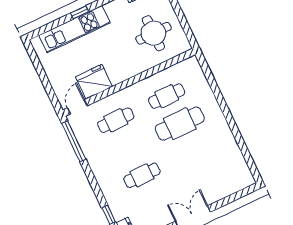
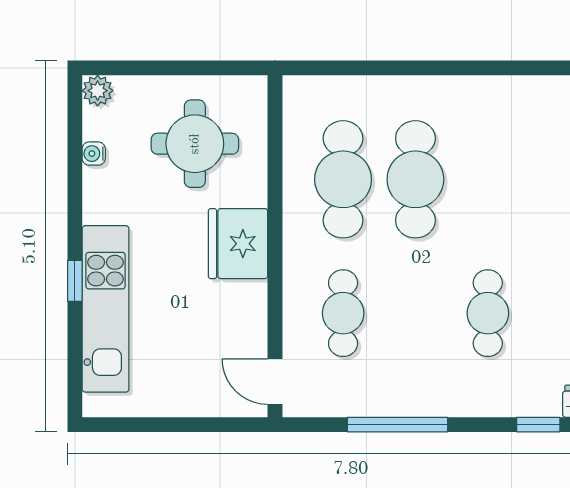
fridge: (94, 82) -> (238, 244), moved
cafe table: (167, 96) -> (343, 179), width x1.37, depth x1.35
window: (74, 141) -> (397, 425), moved

